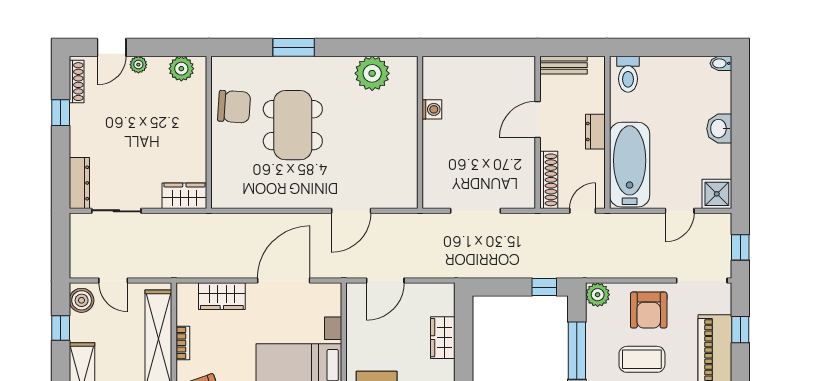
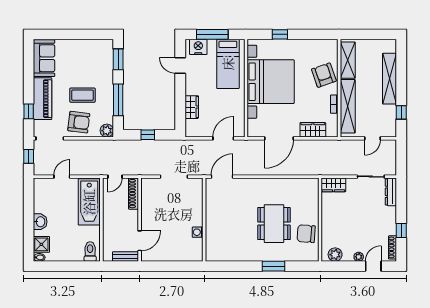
plant: (372, 73) -> (230, 252), removed
door: (538, 119) -> (140, 241), moved
dresser: (595, 132) -> (108, 220), removed
shower: (717, 194) -> (41, 244), moved
door: (351, 211) -> (222, 177), moved
door: (113, 280) -> (372, 138), swing flipped
window: (544, 287) -> (148, 135), moved
boiler: (82, 300) -> (390, 127), removed
armchair: (649, 310) -> (79, 122), turned 97

